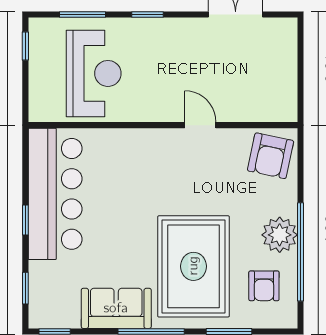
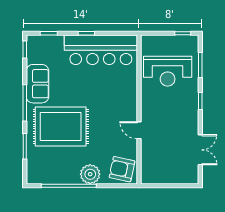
door: (200, 125) -> (139, 130), swing flipped
plant: (280, 235) -> (90, 174), moved
armchair: (264, 286) -> (50, 166), removed

